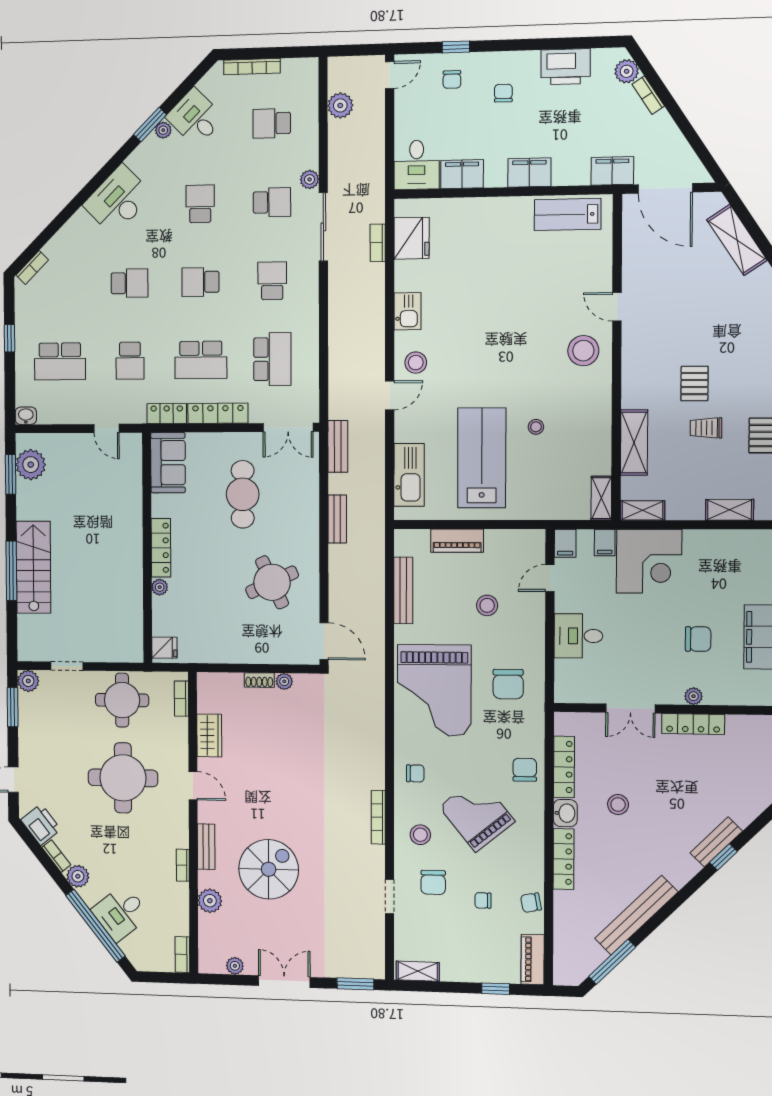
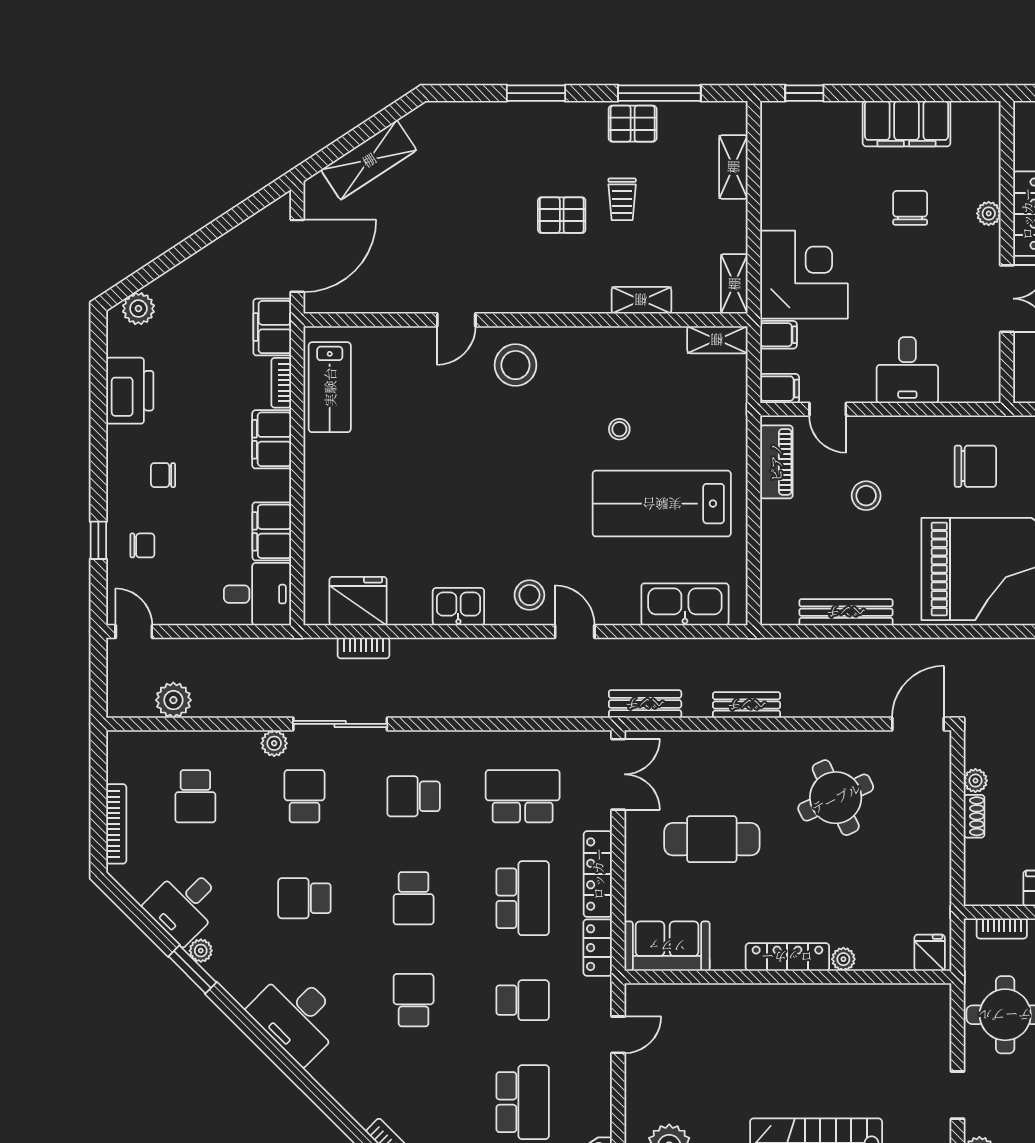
bookcase: (648, 95) -> (281, 383), moved, turned 123
shelving: (634, 443) -> (641, 300), width x0.67, depth x0.75
piano: (457, 541) -> (776, 462), moved

